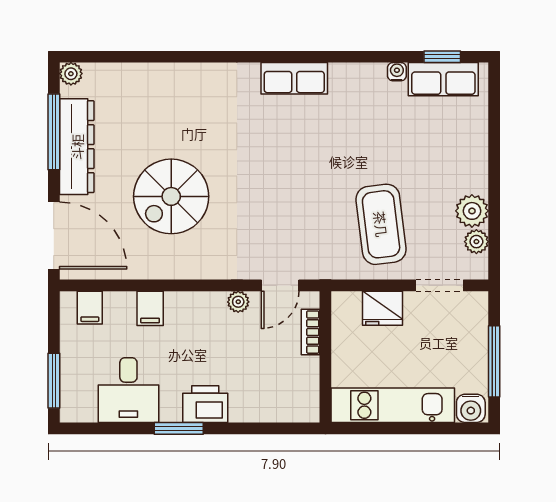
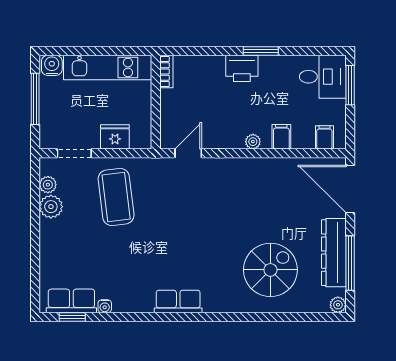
spiral stairs: (171, 196) -> (270, 270), moved
plant: (238, 302) -> (253, 142), moved
bookcase: (311, 332) -> (166, 71), moved
desk: (128, 390) -> (323, 77), moved, turned 90

